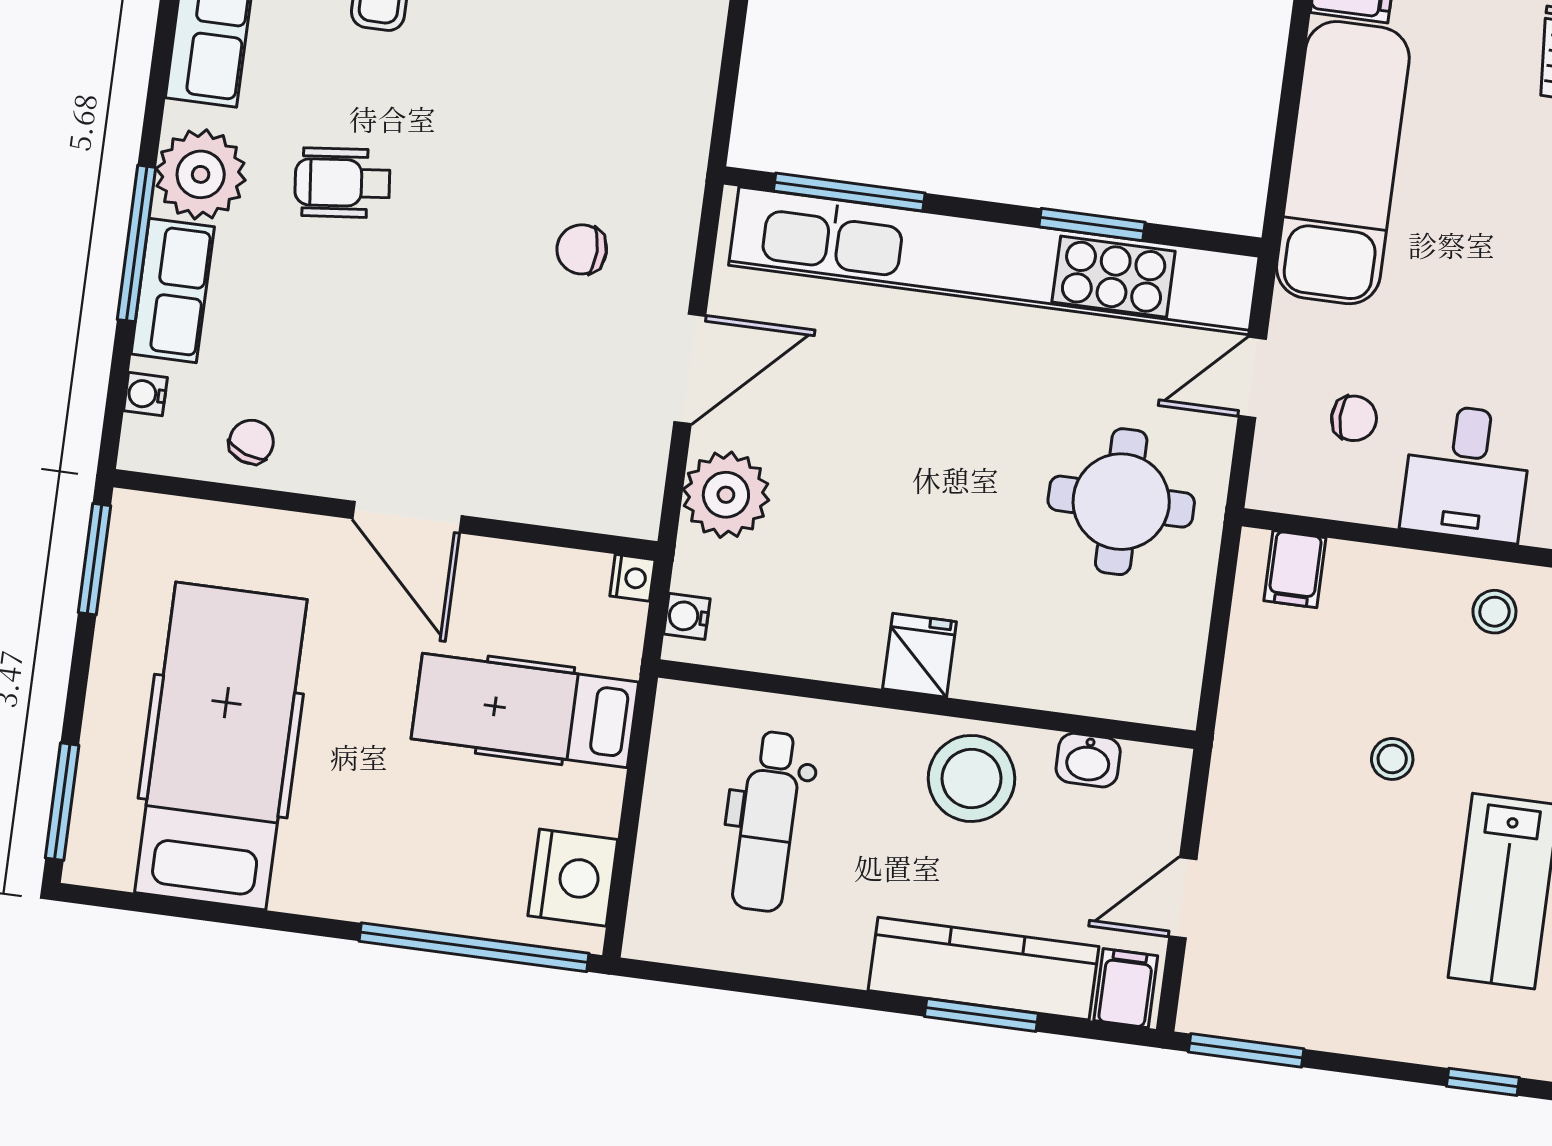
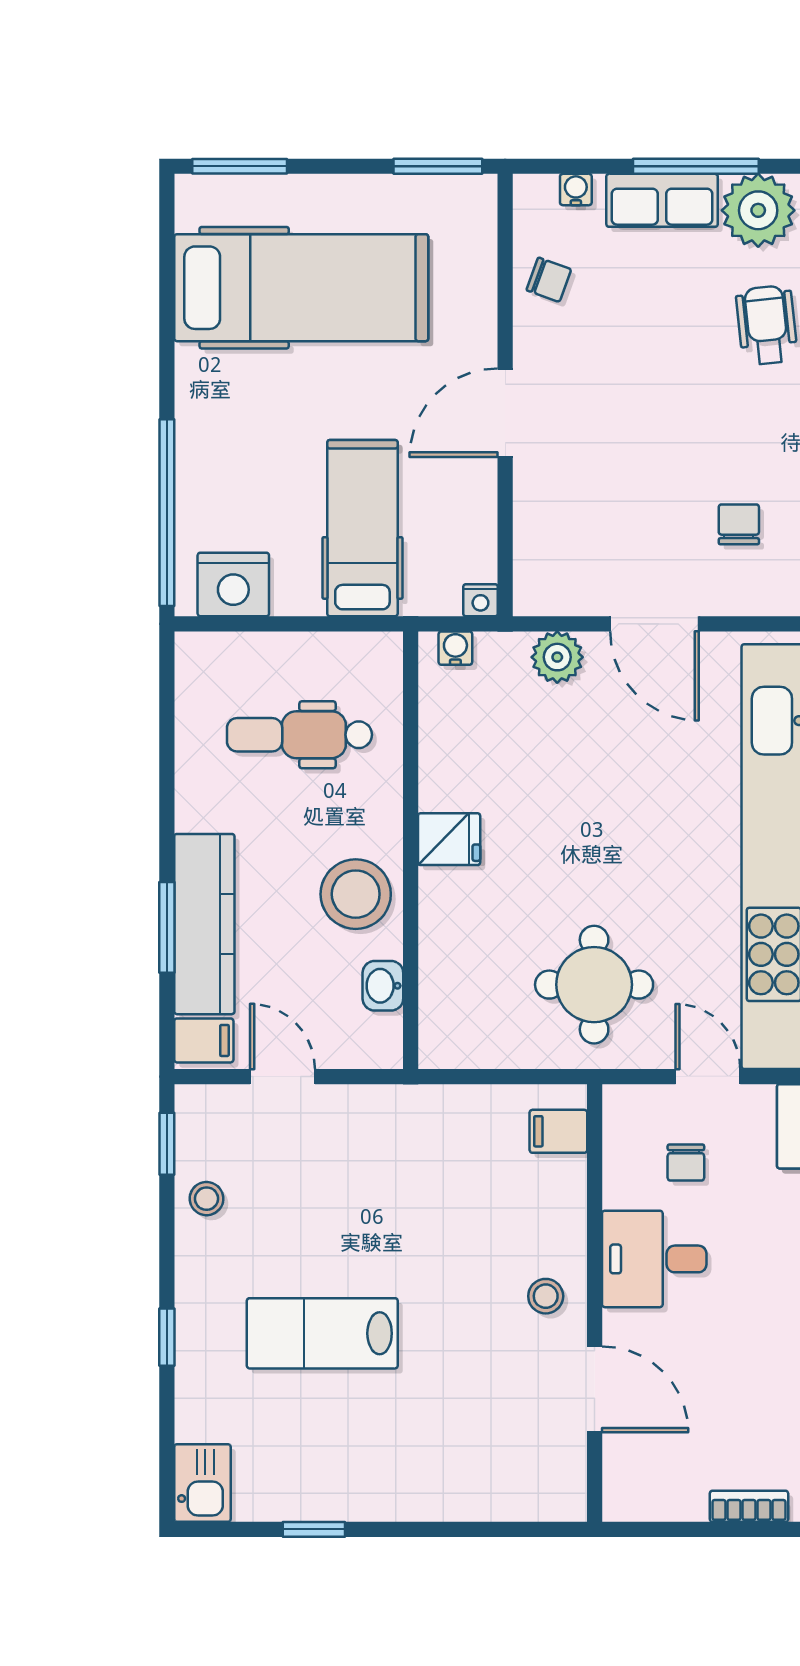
plant: (726, 495) -> (557, 657), width x0.73, depth x0.73
stool: (1392, 759) -> (207, 1199), moved
window: (1246, 1050) -> (167, 1144), width x0.67

